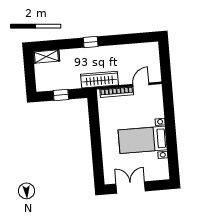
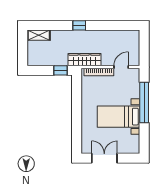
window: (61, 95) -> (60, 70), moved
window: (170, 122) -> (144, 102), added

